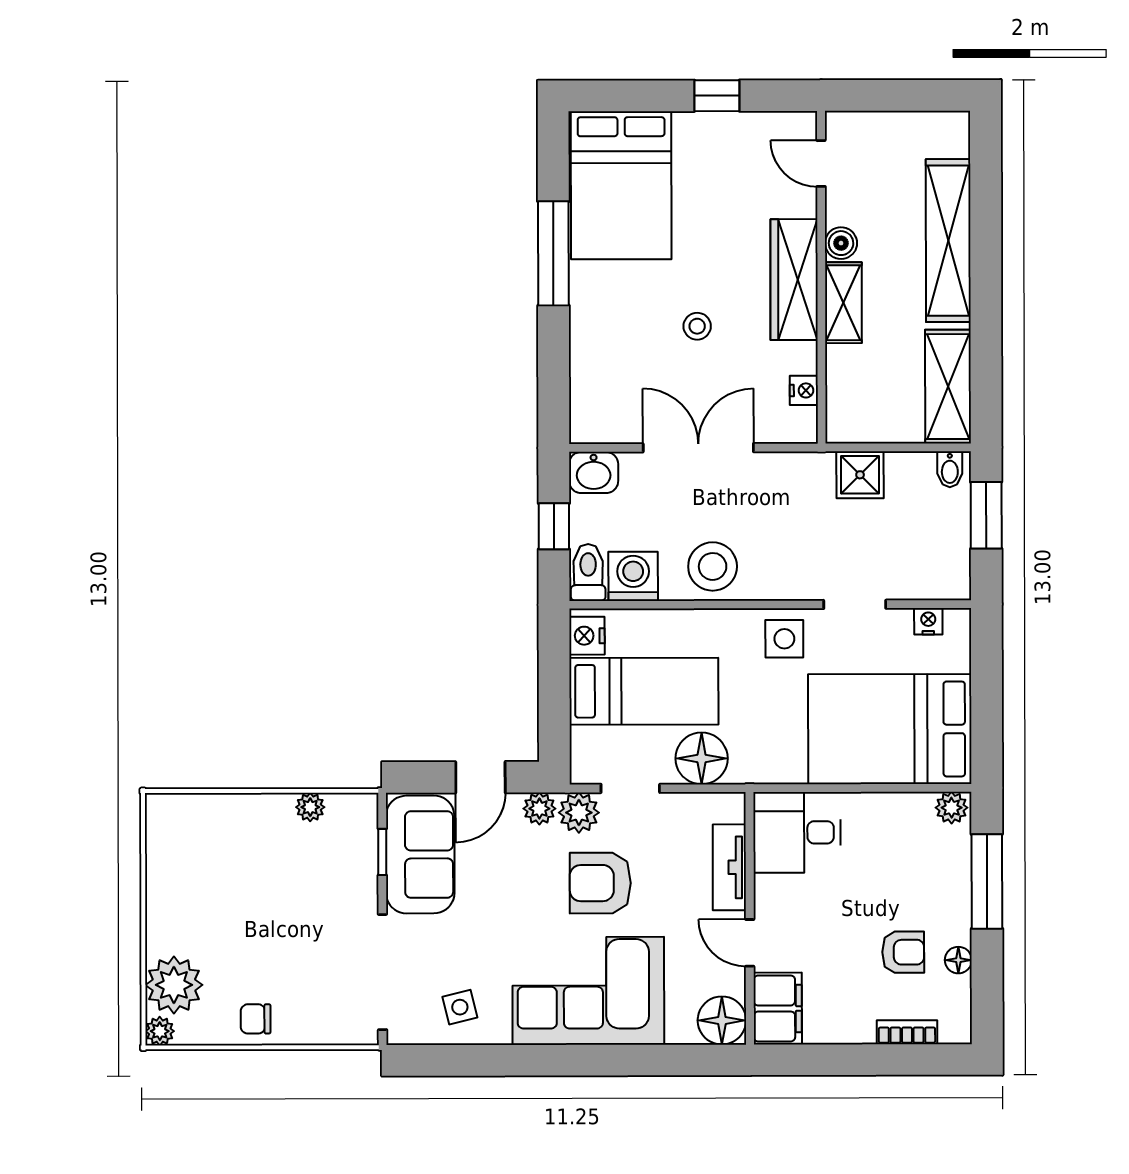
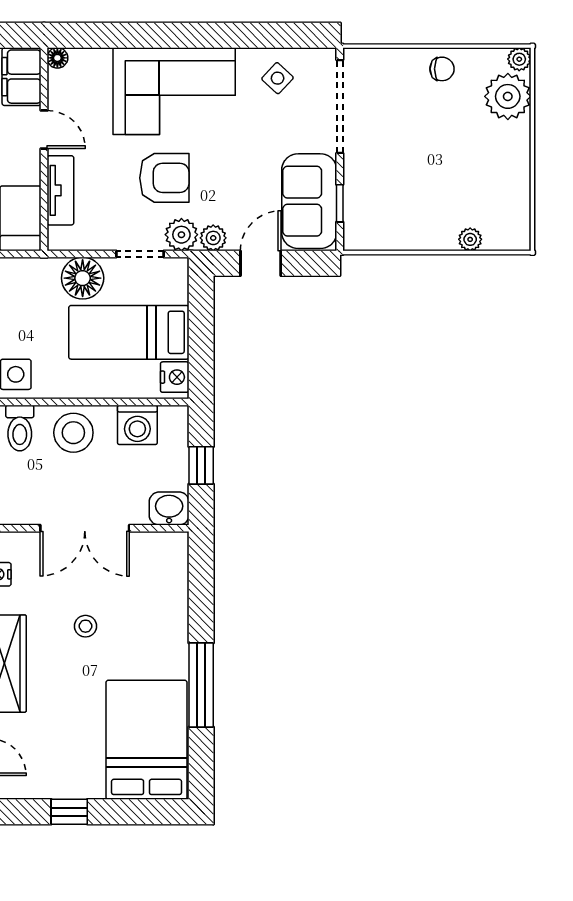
toilet: (588, 572) -> (20, 428), moved
plant: (310, 807) -> (470, 239), moved
side table: (460, 1007) -> (278, 78), turned -33
floor lamp: (722, 1020) -> (57, 58), width x0.53, depth x0.53

